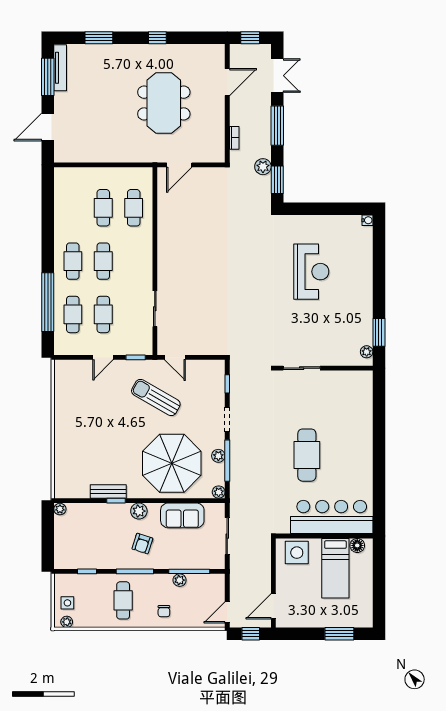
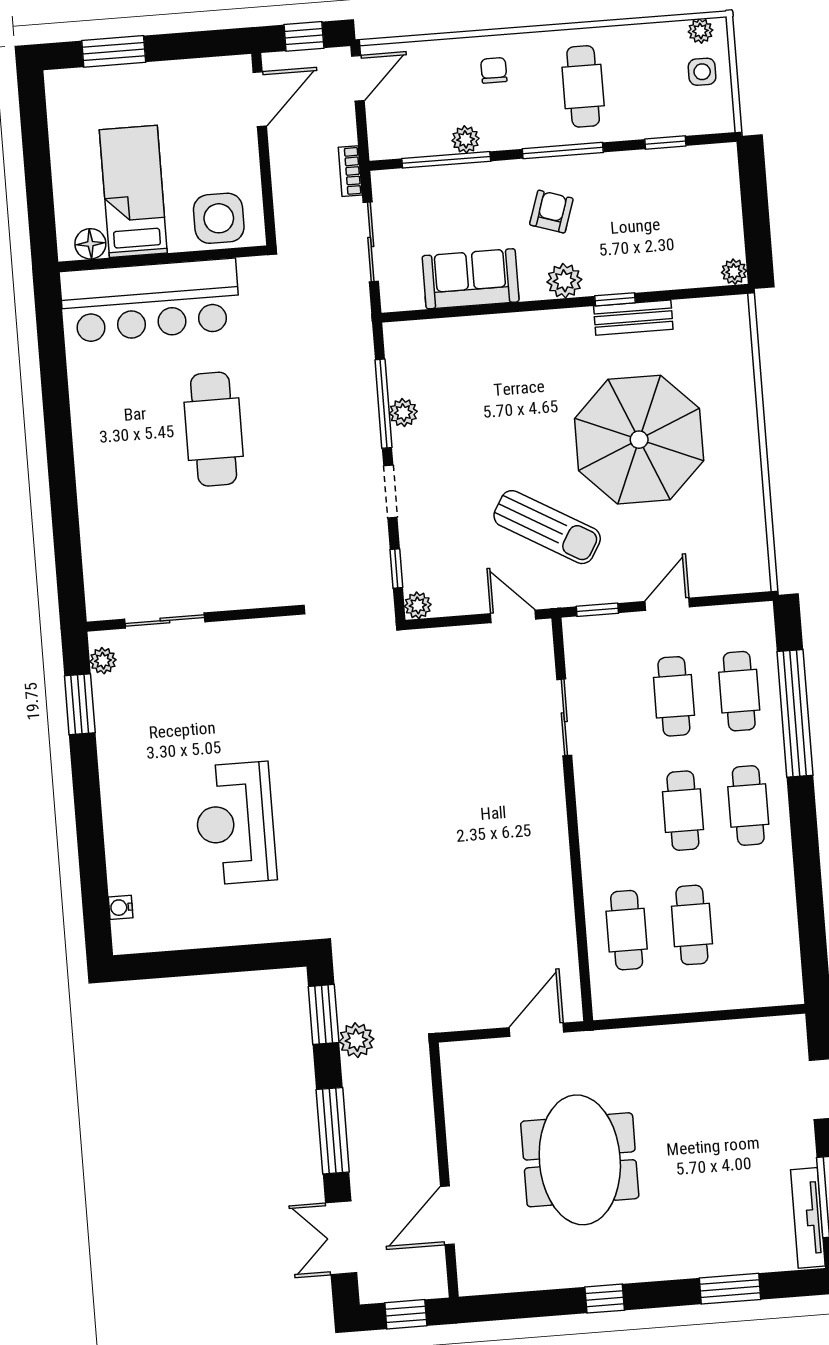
bookcase: (234, 138) -> (350, 171), moved
water cooler: (367, 220) -> (121, 907), moved
sliding door: (302, 368) -> (165, 620), moved
parasol: (172, 463) -> (639, 440), moved
plant: (219, 492) -> (418, 605), moved

